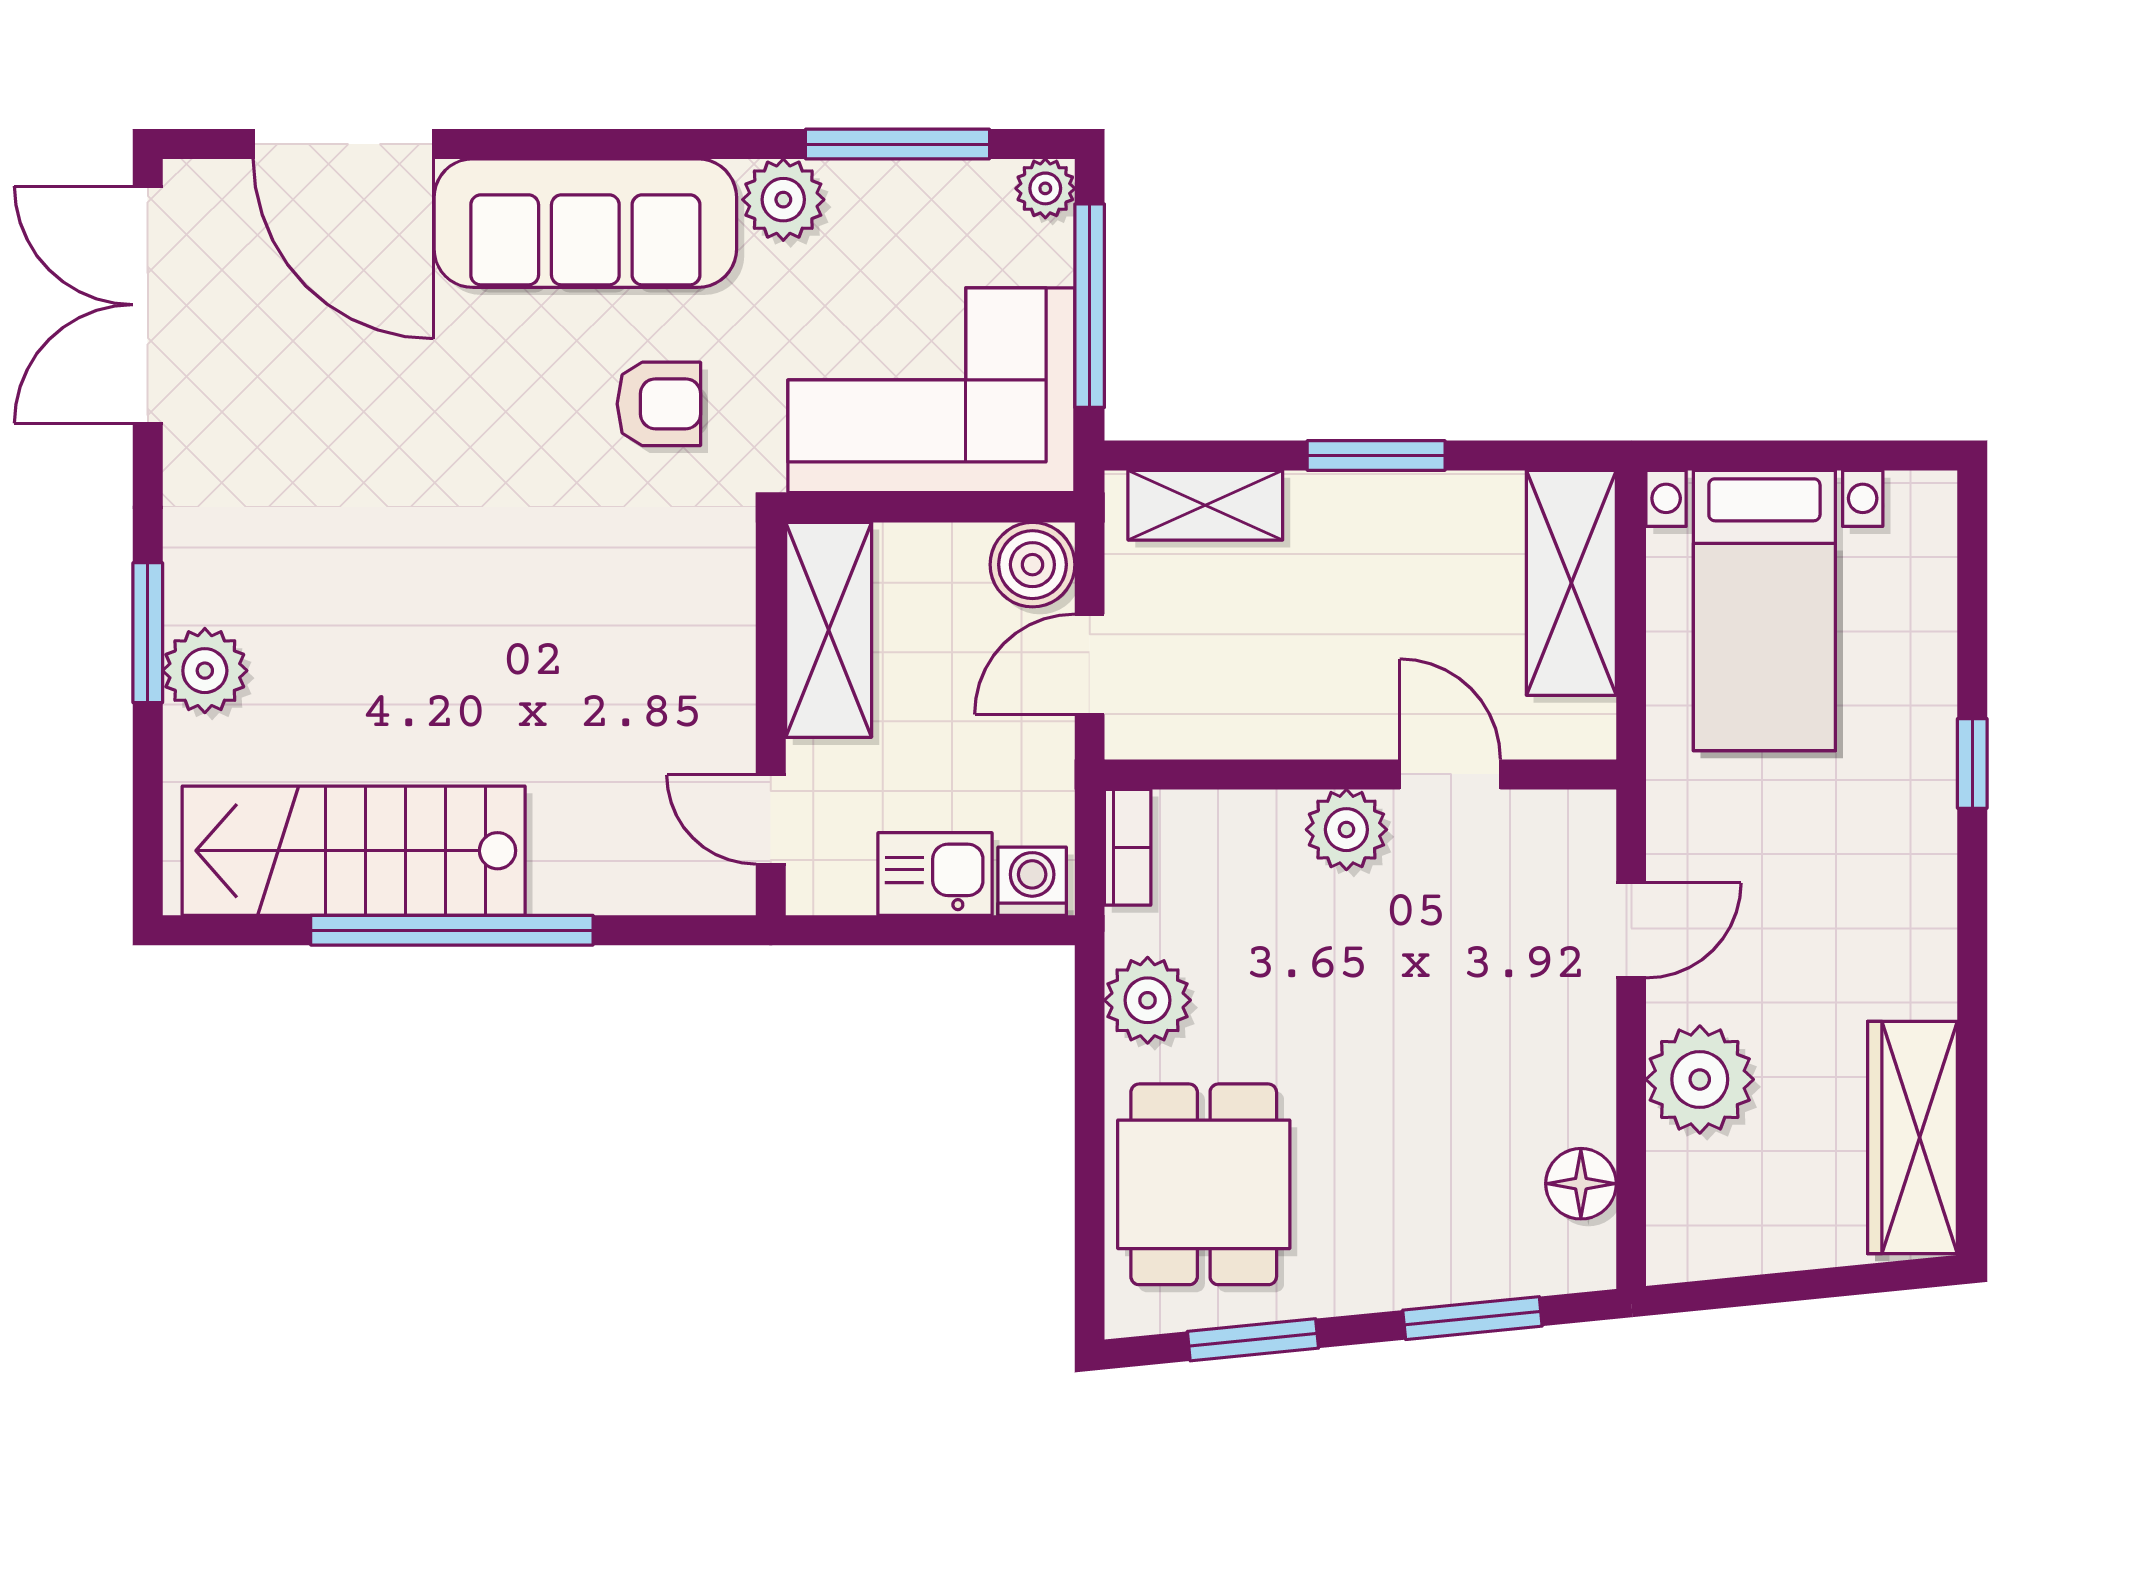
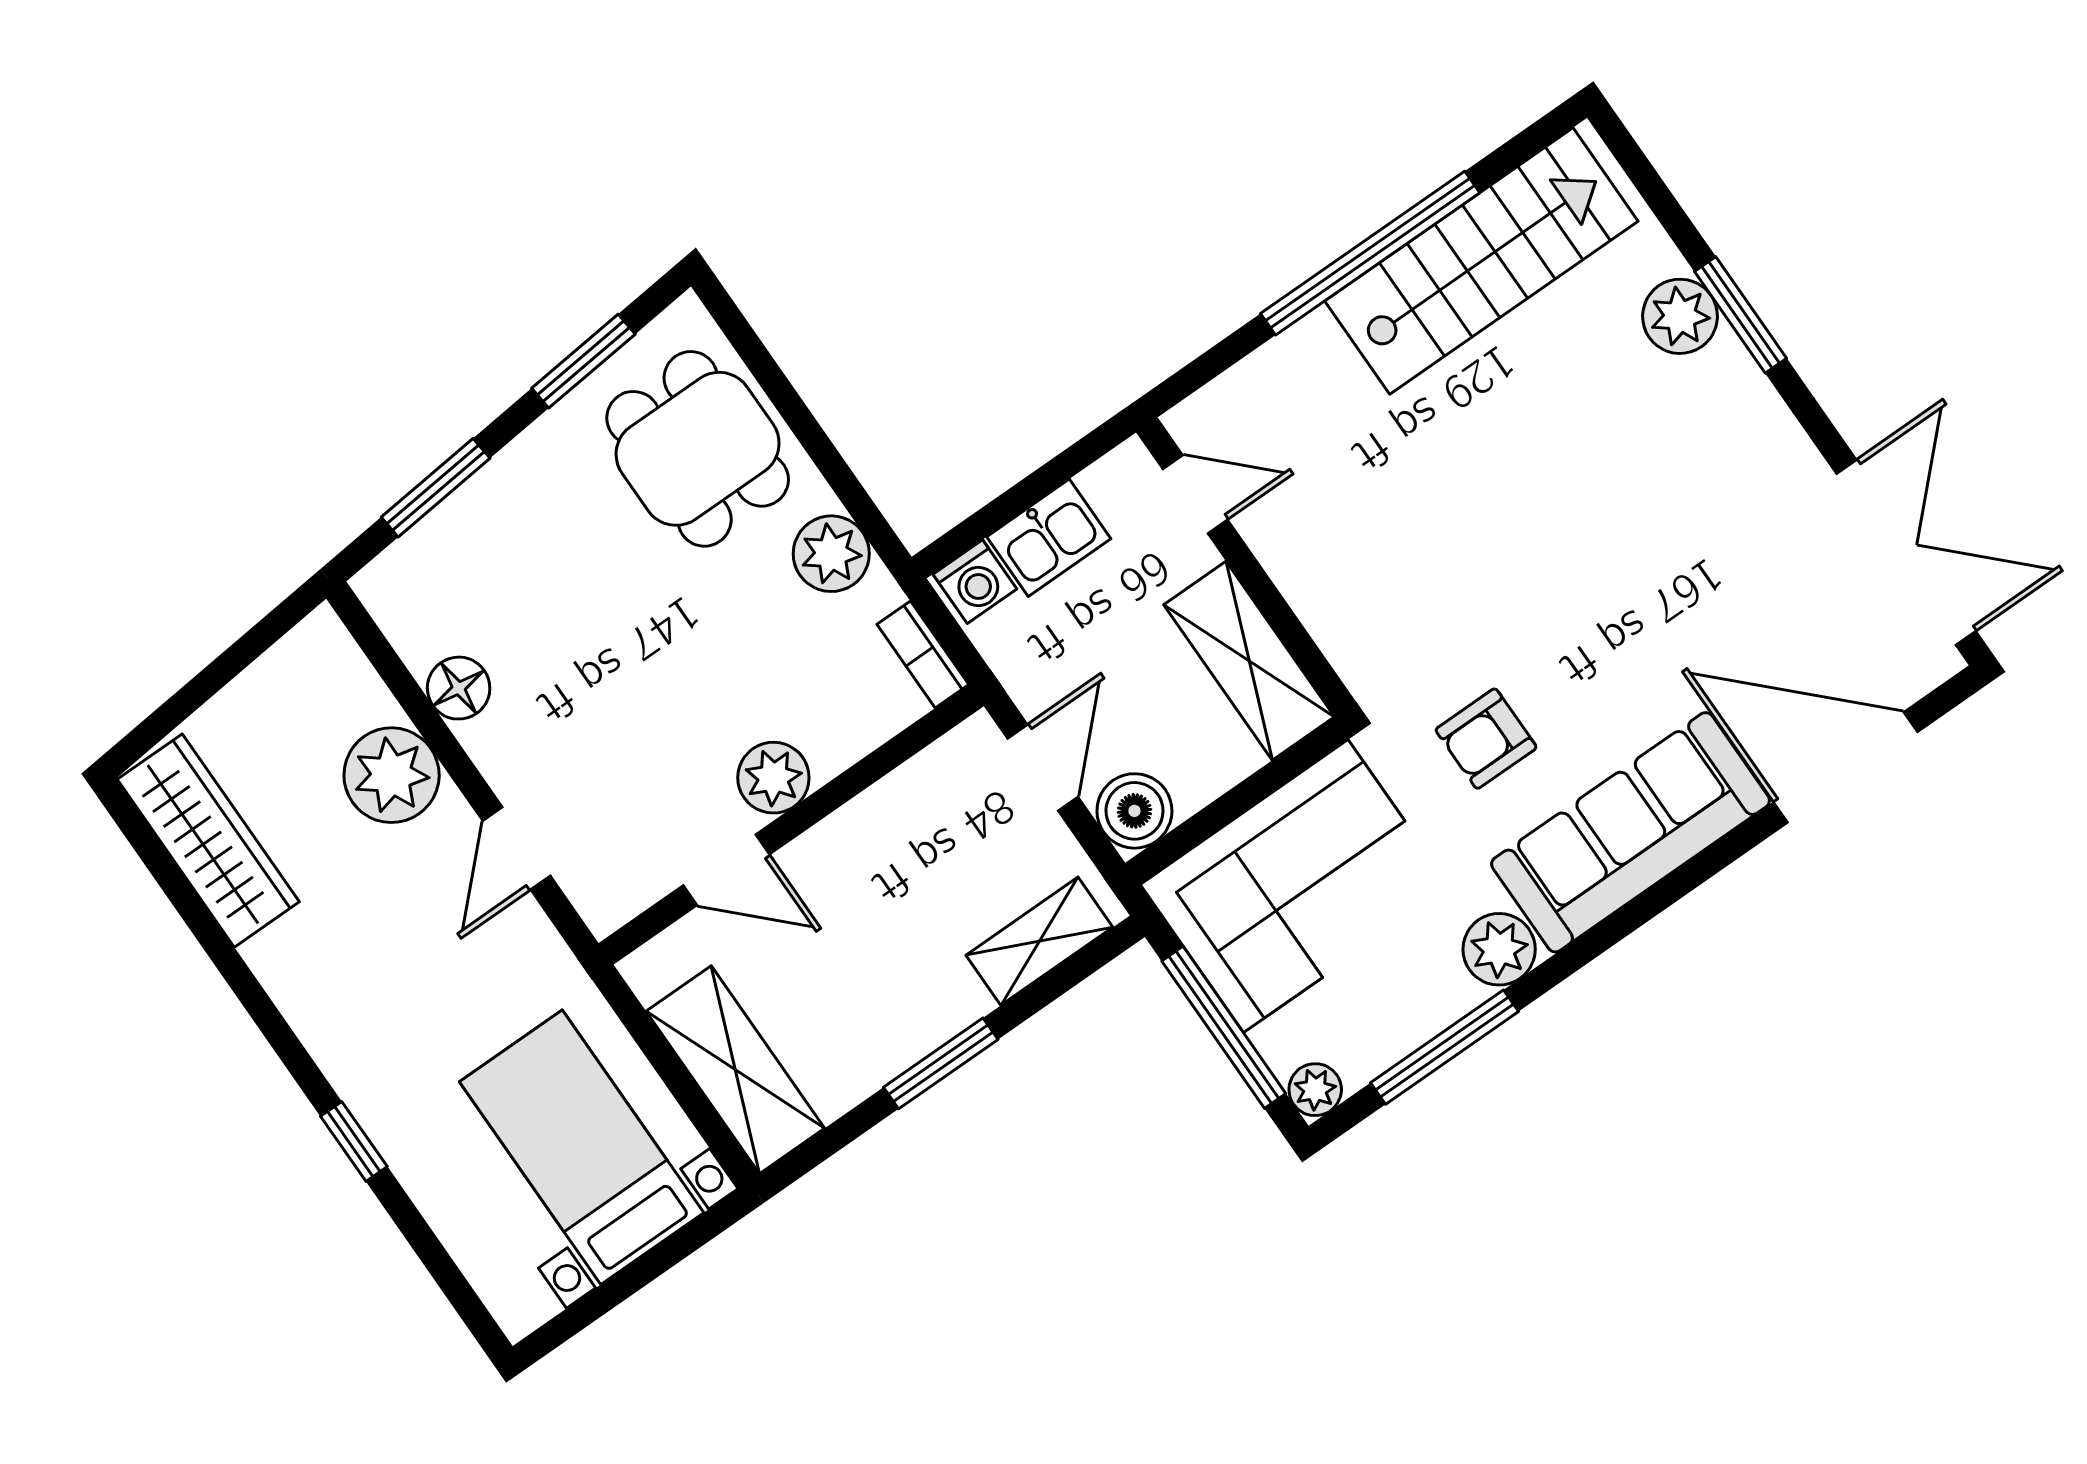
floor lamp: (1581, 1184) -> (459, 688), moved

